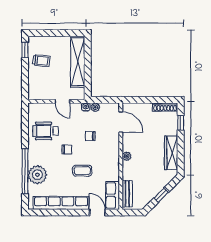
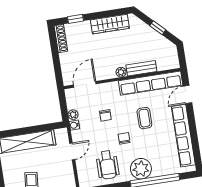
plant: (37, 175) -> (141, 169), moved
bench: (127, 194) -> (141, 68), moved
row of seats: (113, 195) -> (151, 83), width x2.02

